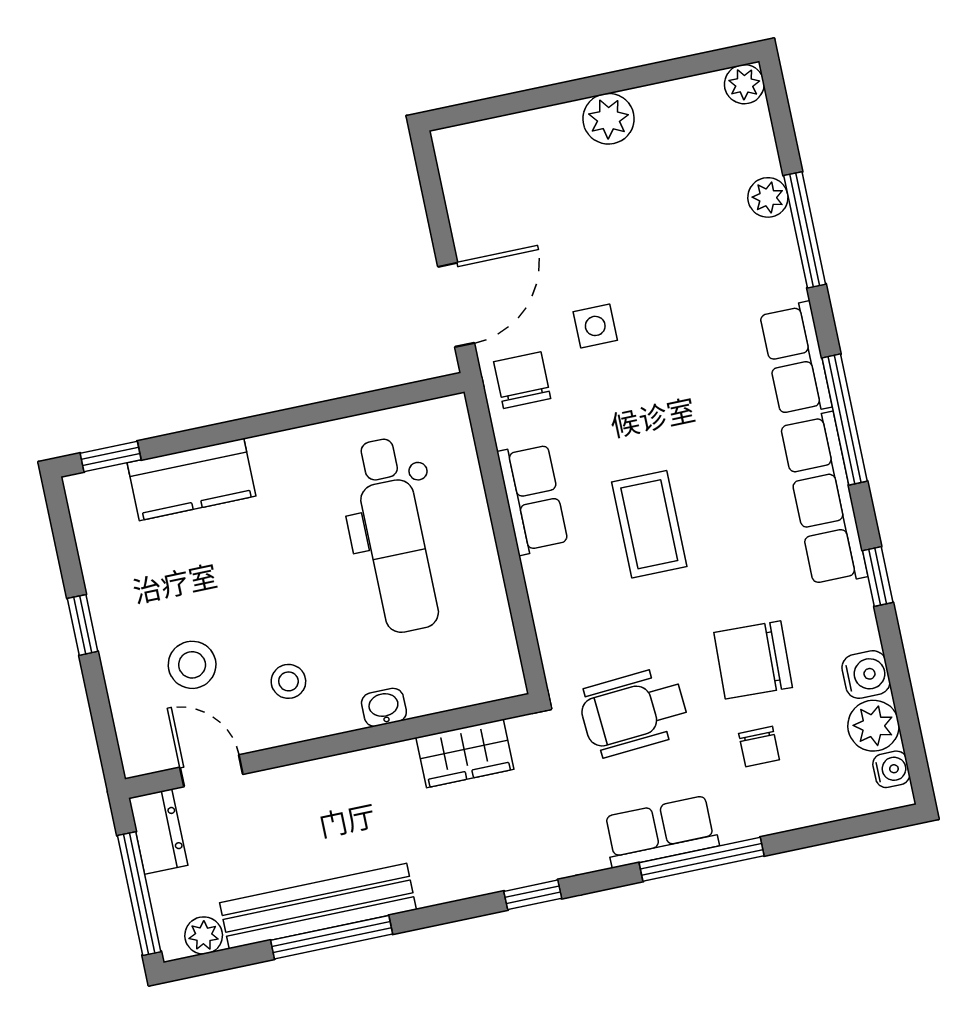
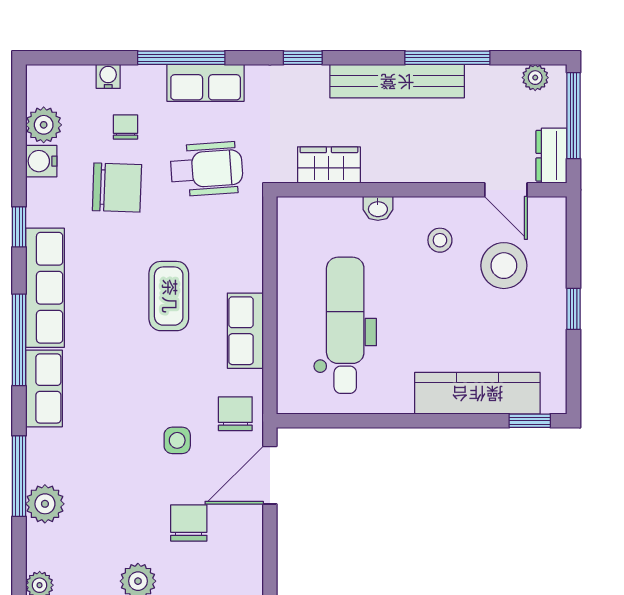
plant: (768, 197) -> (45, 504), width x1.38, depth x1.38
chair: (555, 215) -> (189, 523), added
chair: (522, 380) -> (235, 414), turned 180
kitchen counter: (192, 479) -> (477, 393), width x1.50
stool: (192, 665) -> (504, 266), width x1.38, depth x1.38
water cooler: (891, 769) -> (108, 76), moved, turned 90
bench: (318, 906) -> (397, 81), moved

